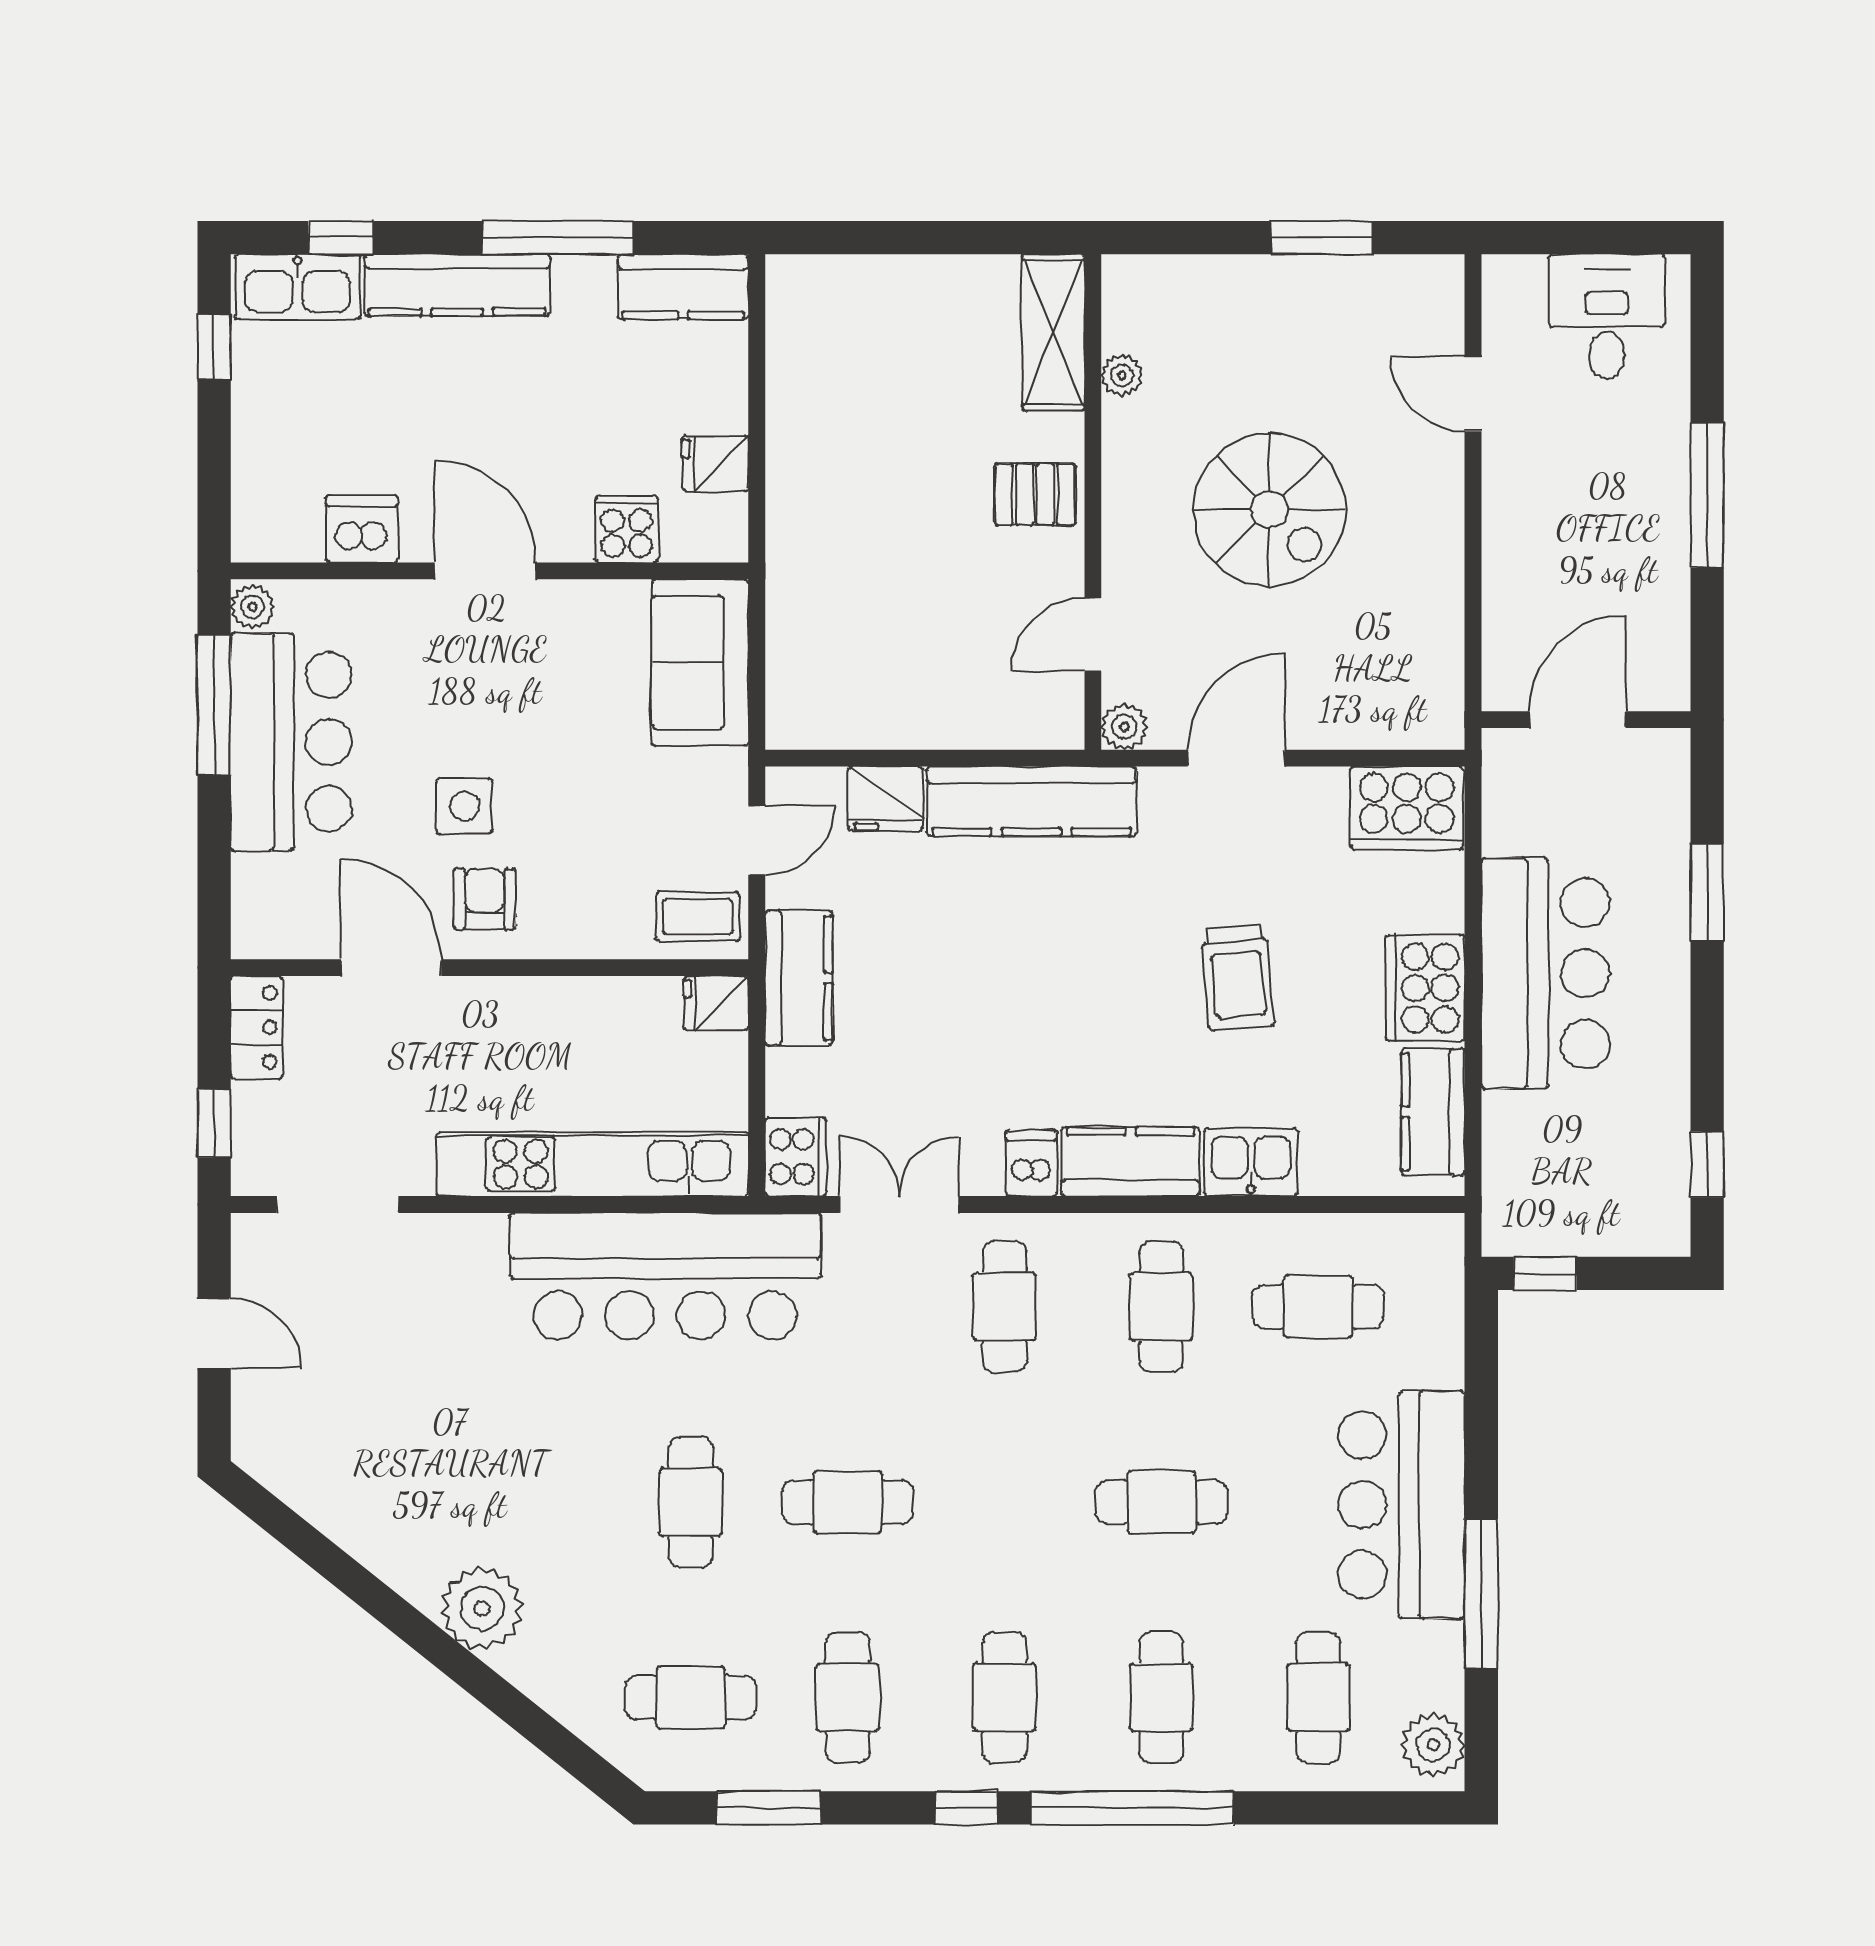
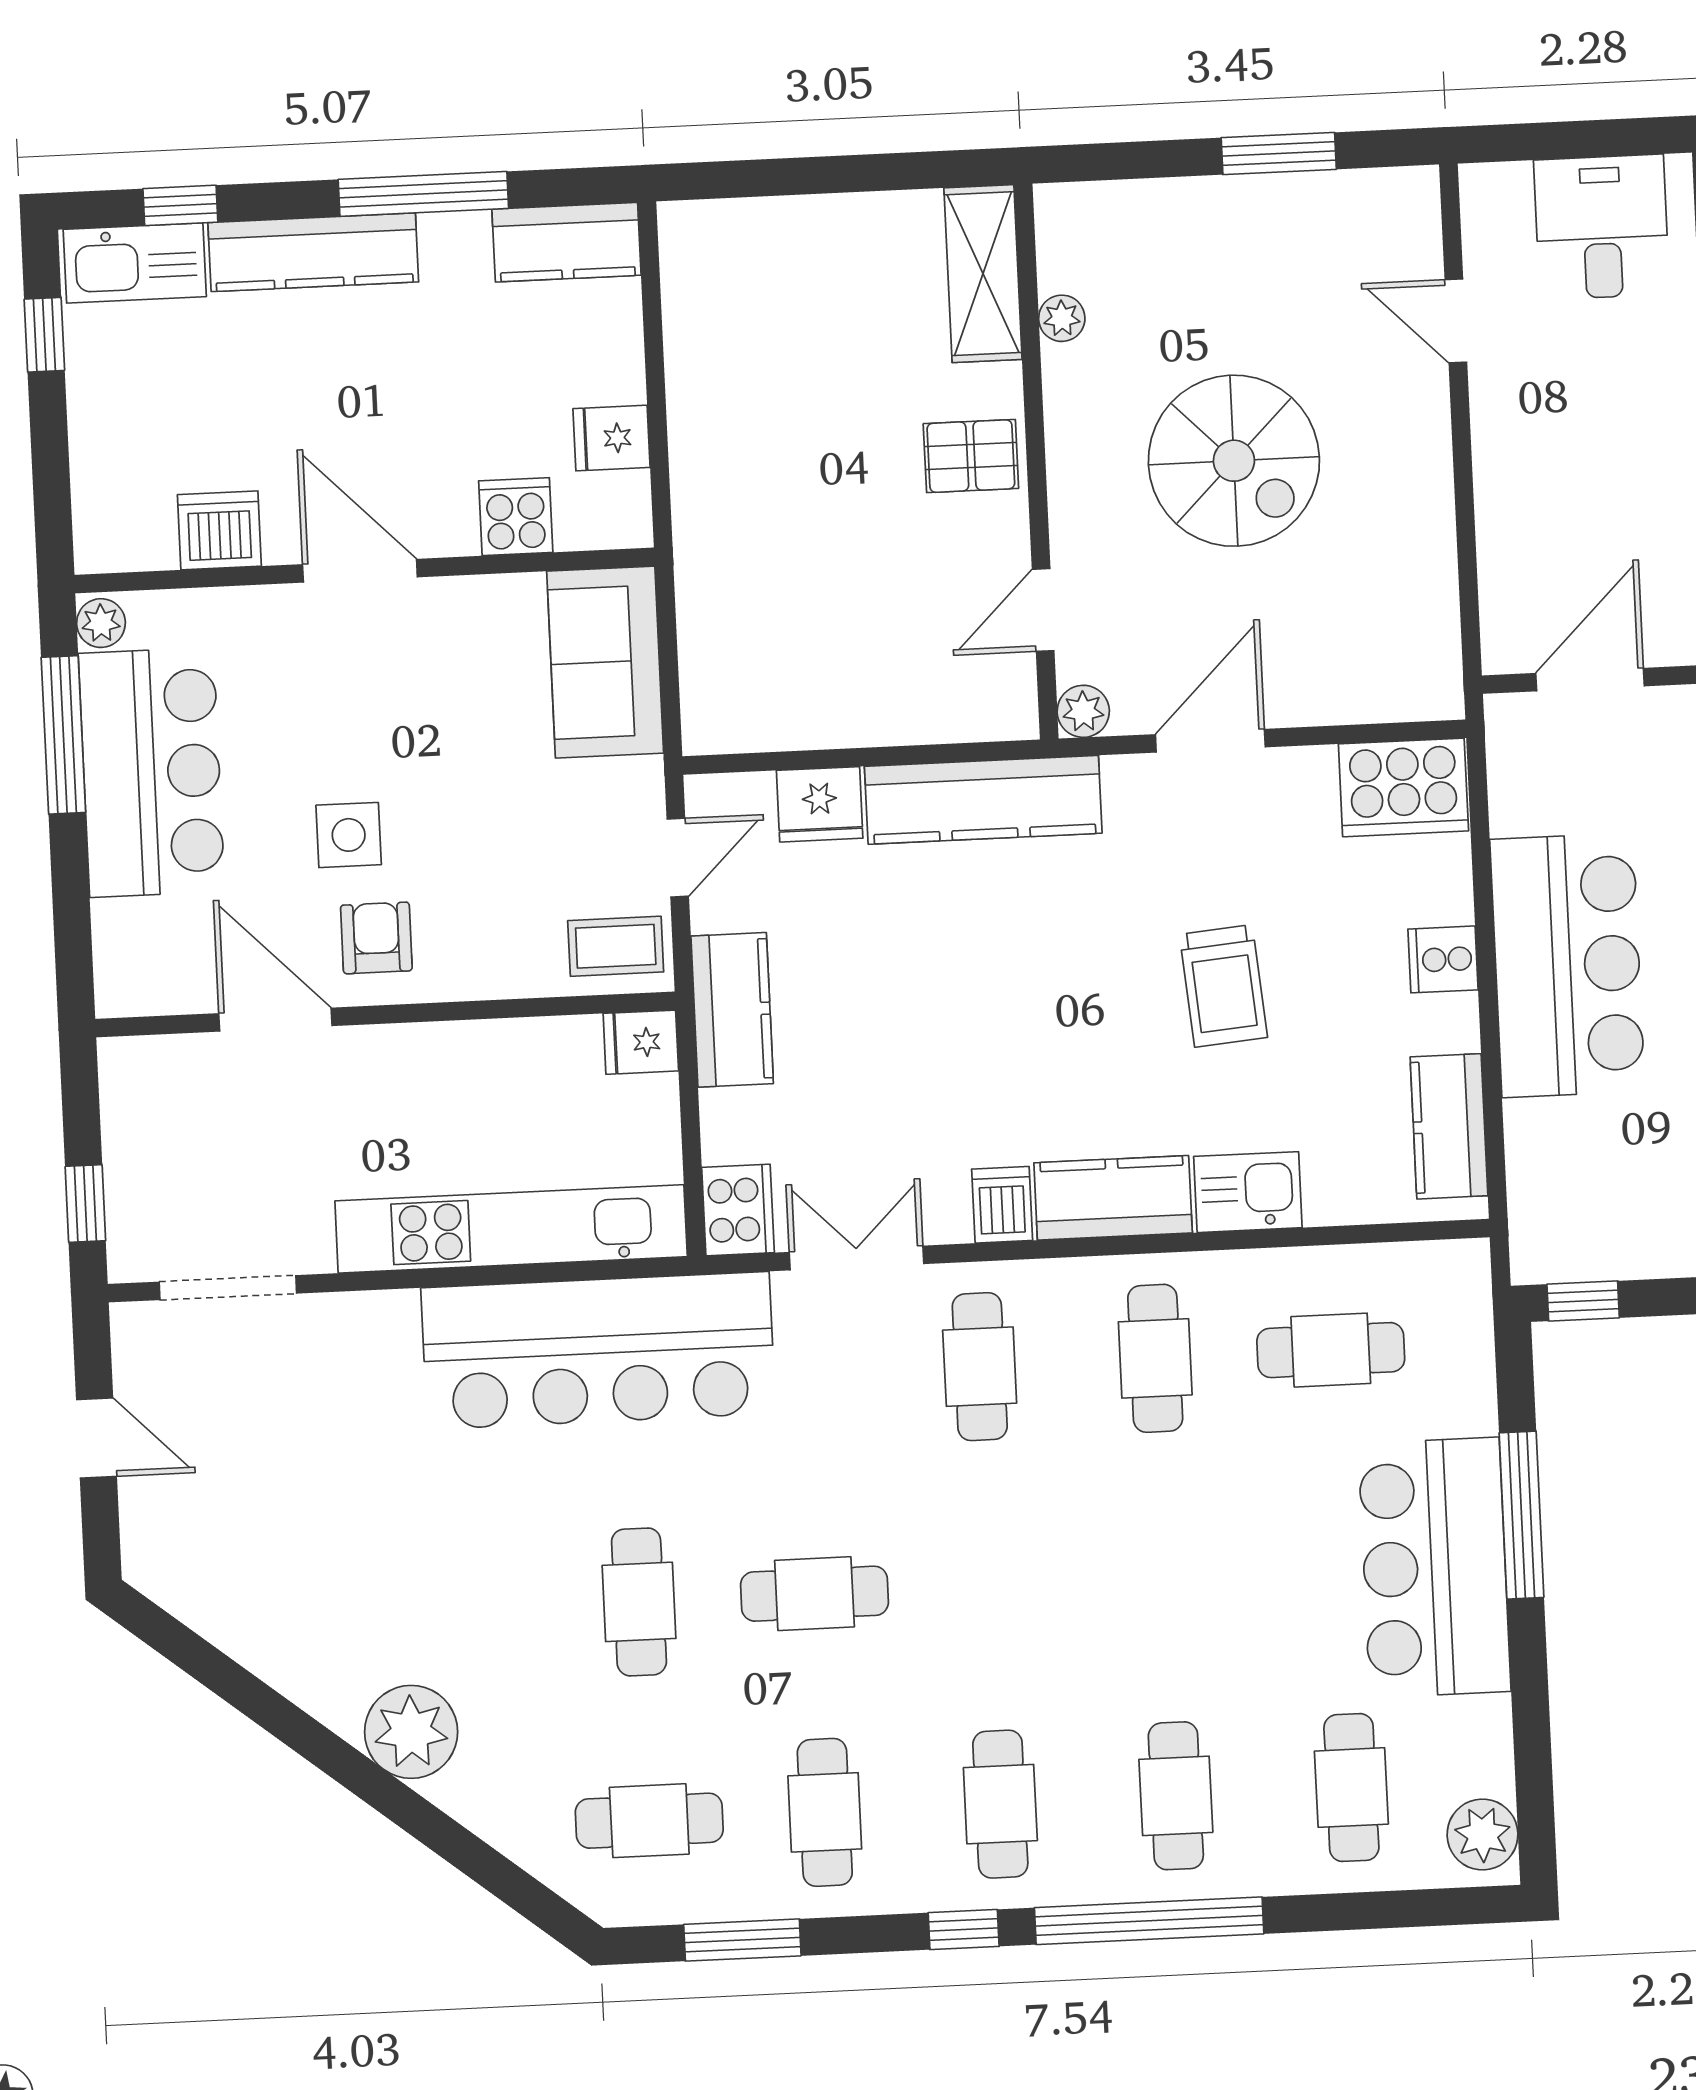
cooker: (1425, 988) -> (1443, 959), width x0.53, depth x0.76
locker: (257, 1027) -> (128, 1094), removed
cafe table: (1161, 1502) -> (1166, 1577), removed
window: (1481, 1594) -> (1521, 1515), moved

